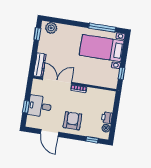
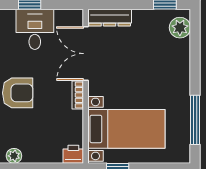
bed with nightstands: (102, 48) -> (126, 129), moved, turned 90
double door: (57, 81) -> (86, 54), swing flipped
printer: (107, 118) -> (73, 154), moved

